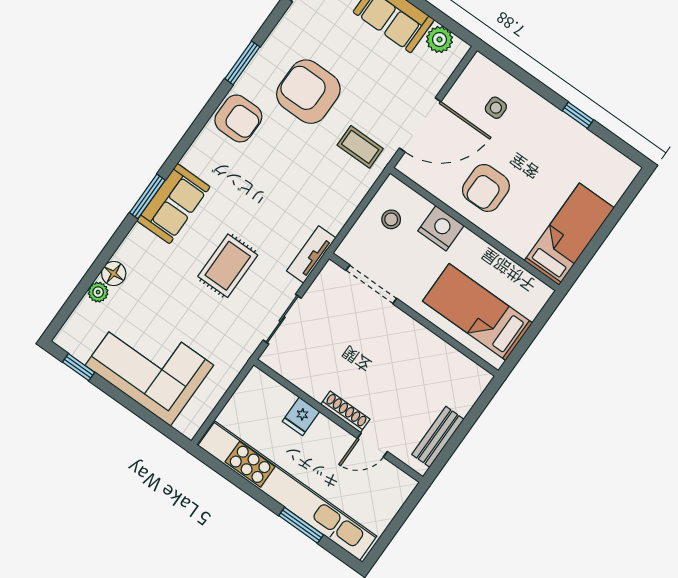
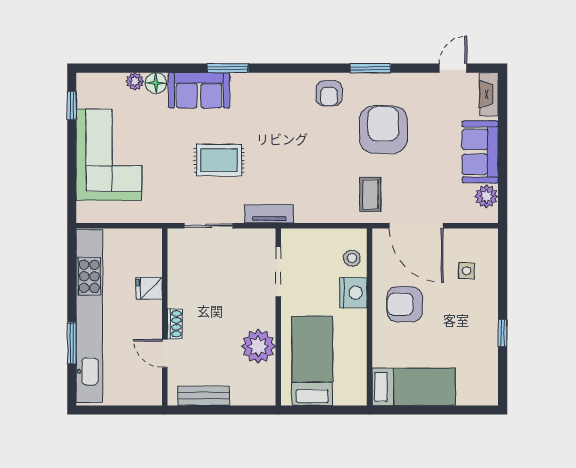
armchair: (238, 118) -> (329, 93), width x0.72, depth x0.72
sofa: (173, 204) -> (199, 90), moved
stool: (391, 219) -> (352, 258), moved
plant: (428, 353) -> (258, 346), added
shoe rack: (345, 412) -> (175, 324), width x0.70

